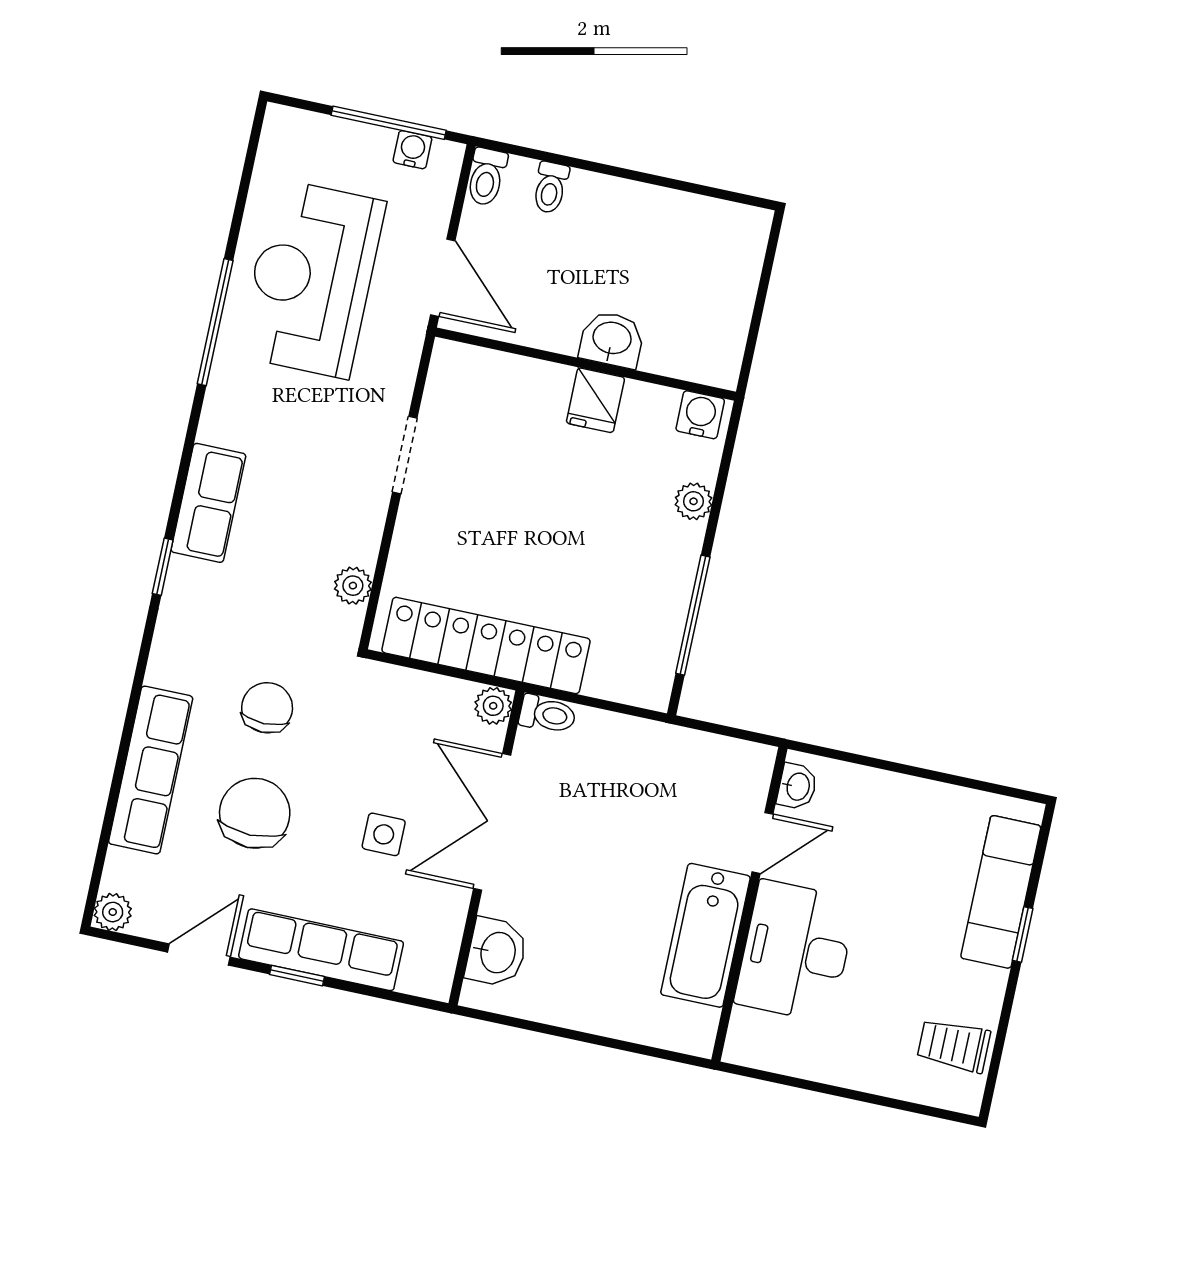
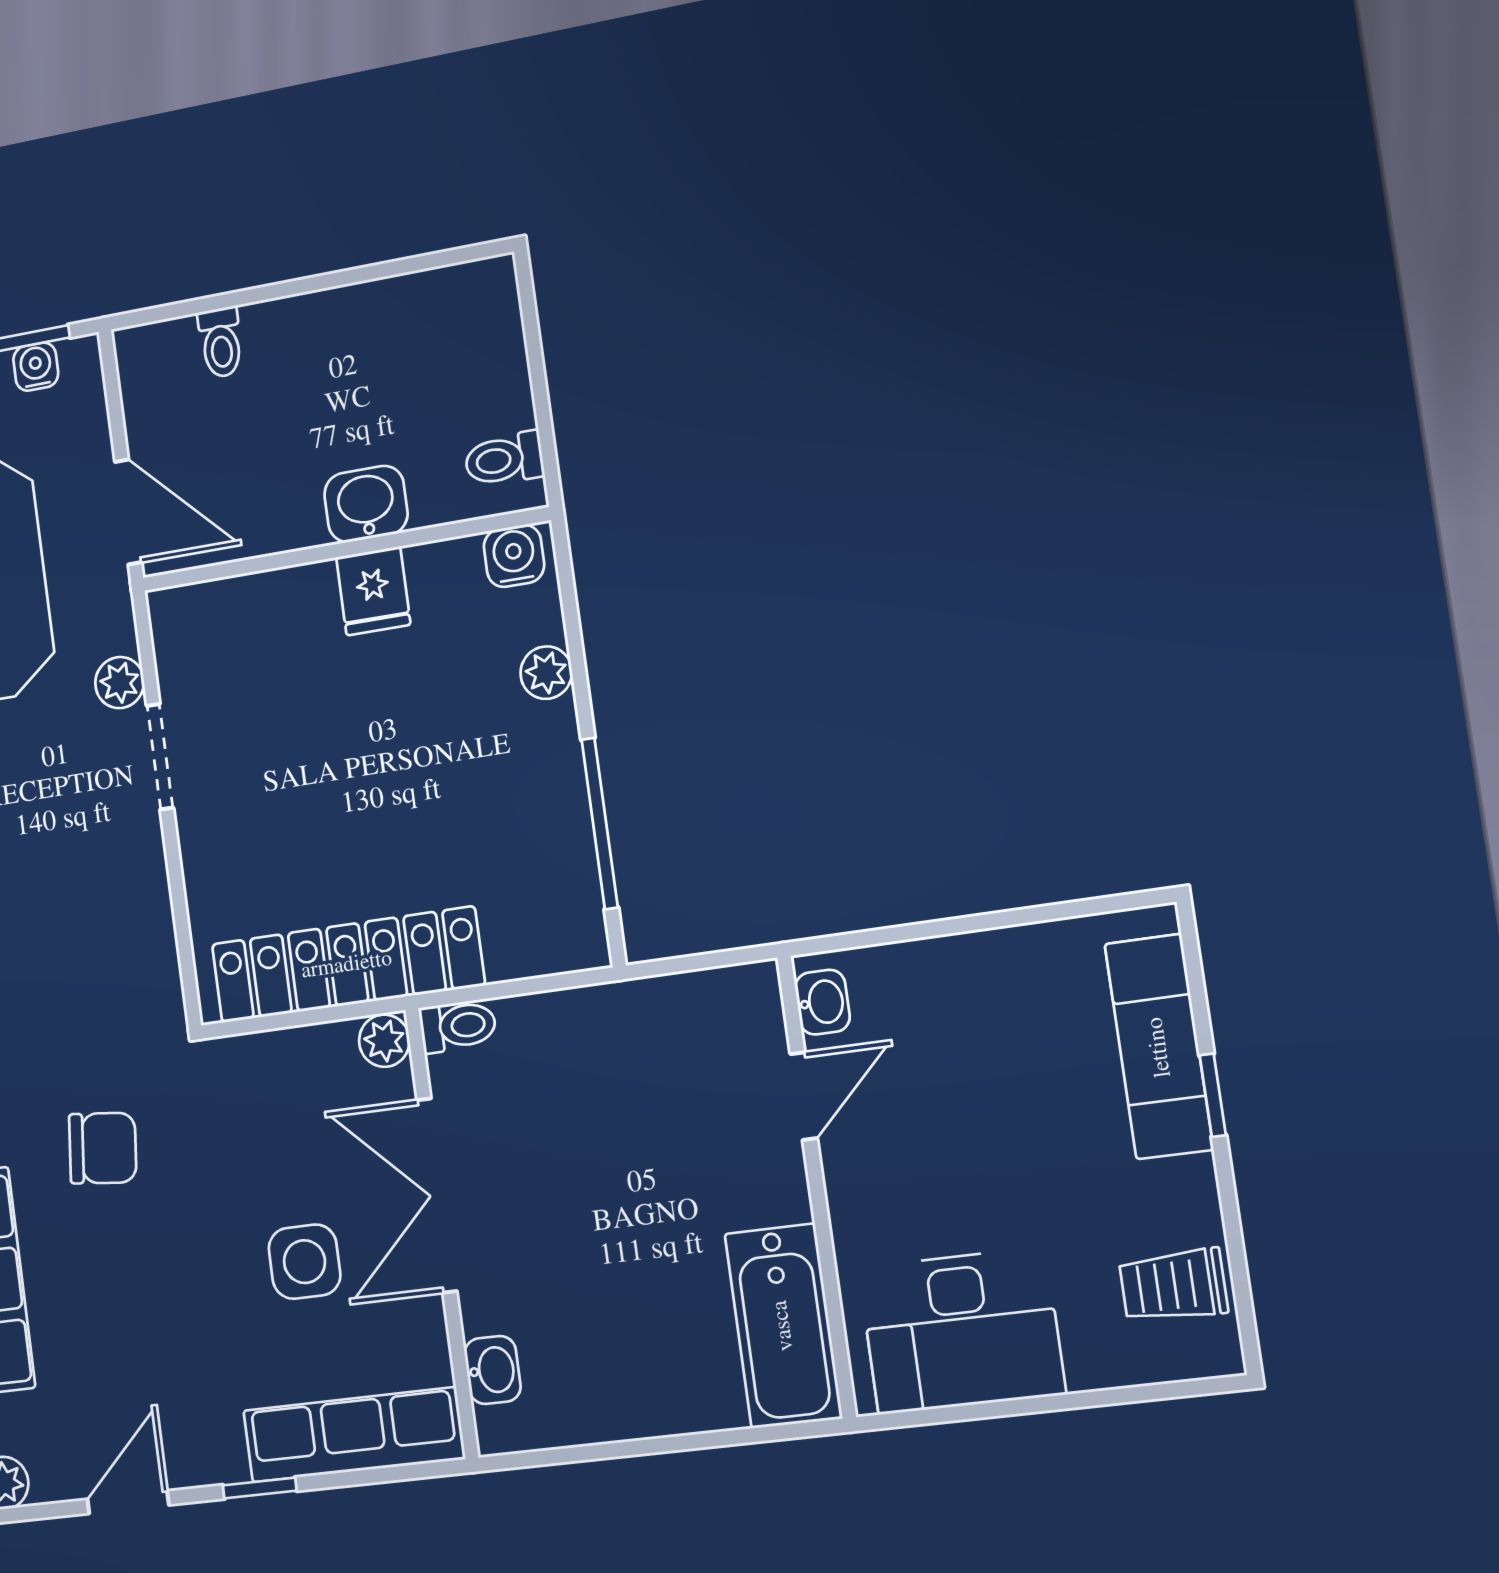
toilet: (487, 177) -> (504, 459), moved, turned 90
plant: (353, 586) -> (120, 683), moved
chair: (267, 708) -> (103, 1148), turned 96
chair: (255, 813) -> (134, 1292), removed
side table: (384, 834) -> (305, 1262), width x1.37, depth x1.37
bathtub: (705, 935) -> (783, 1326), moved
row of seats: (321, 950) -> (354, 1435), moved
desk: (796, 951) -> (962, 1331), moved, turned -90
washbasin: (497, 952) -> (493, 1370), width x0.72, depth x0.69

